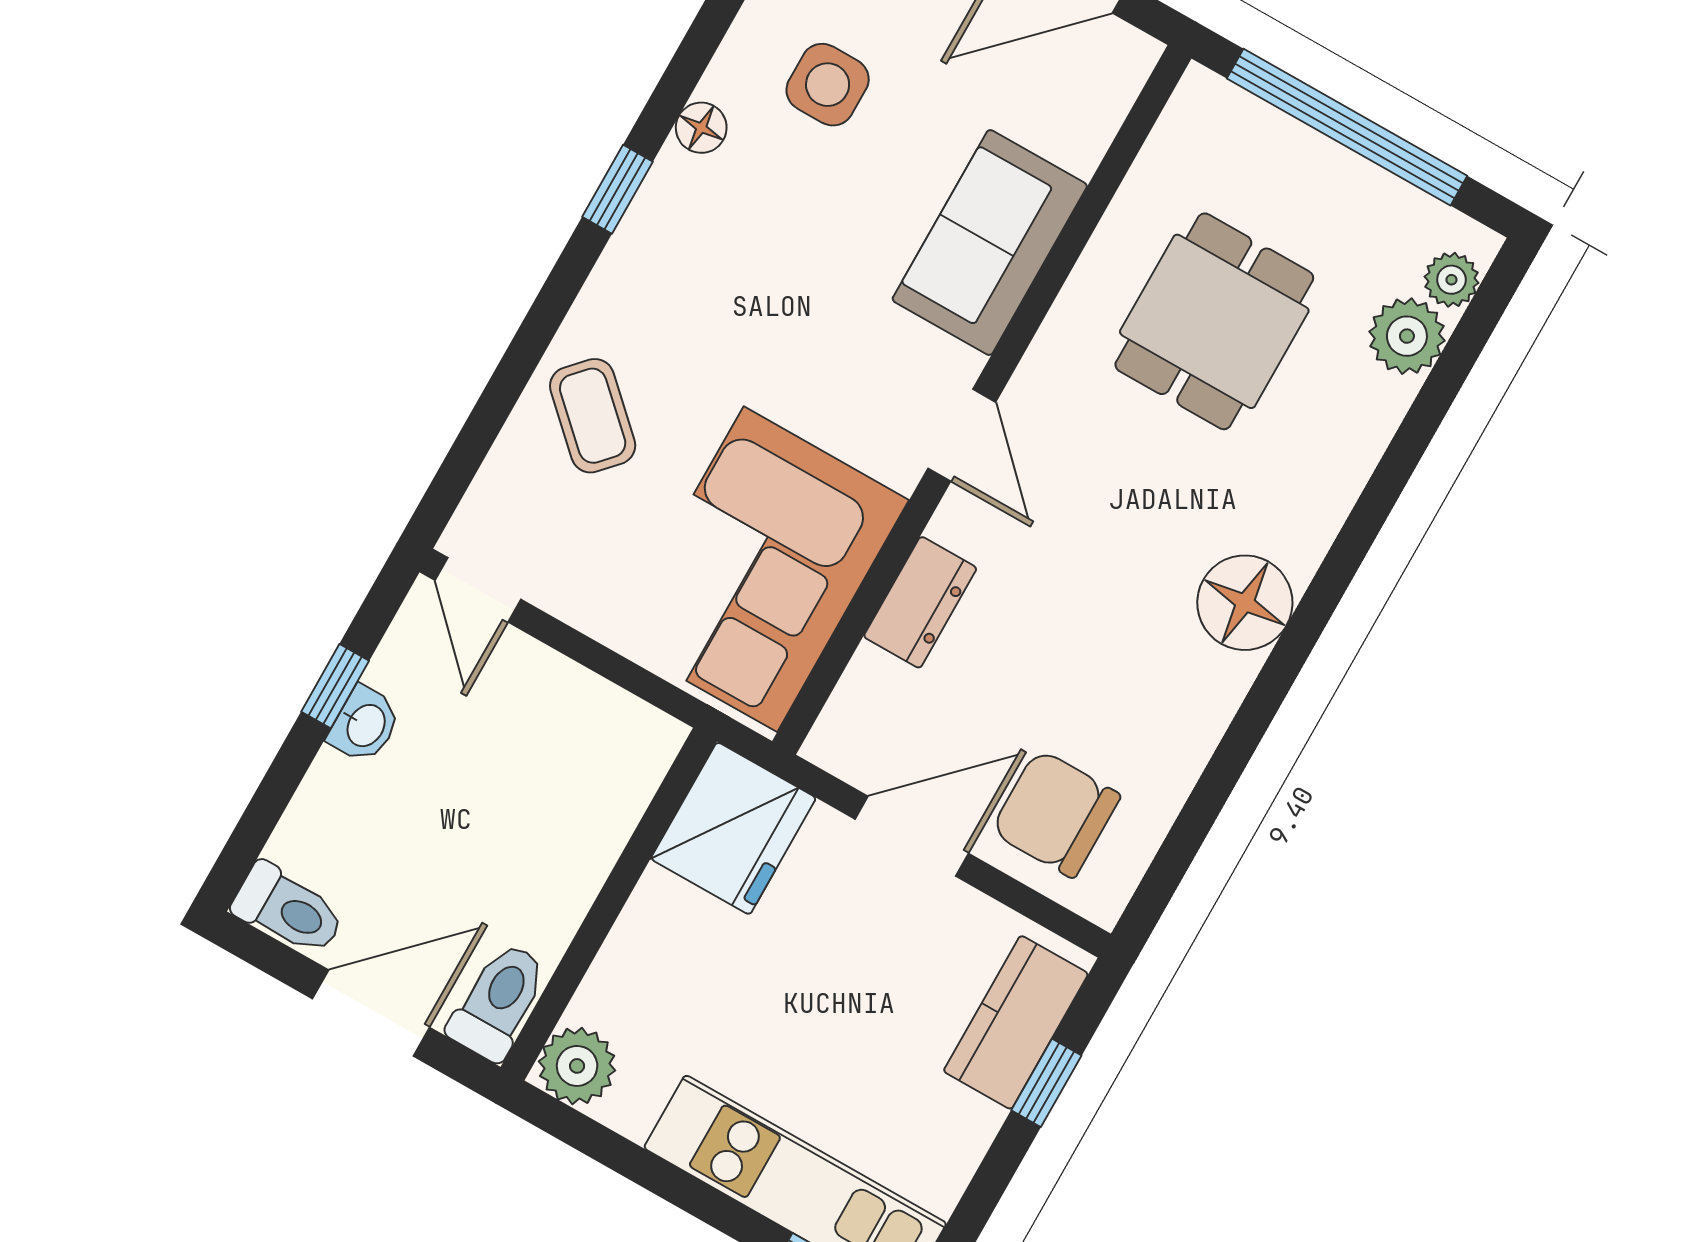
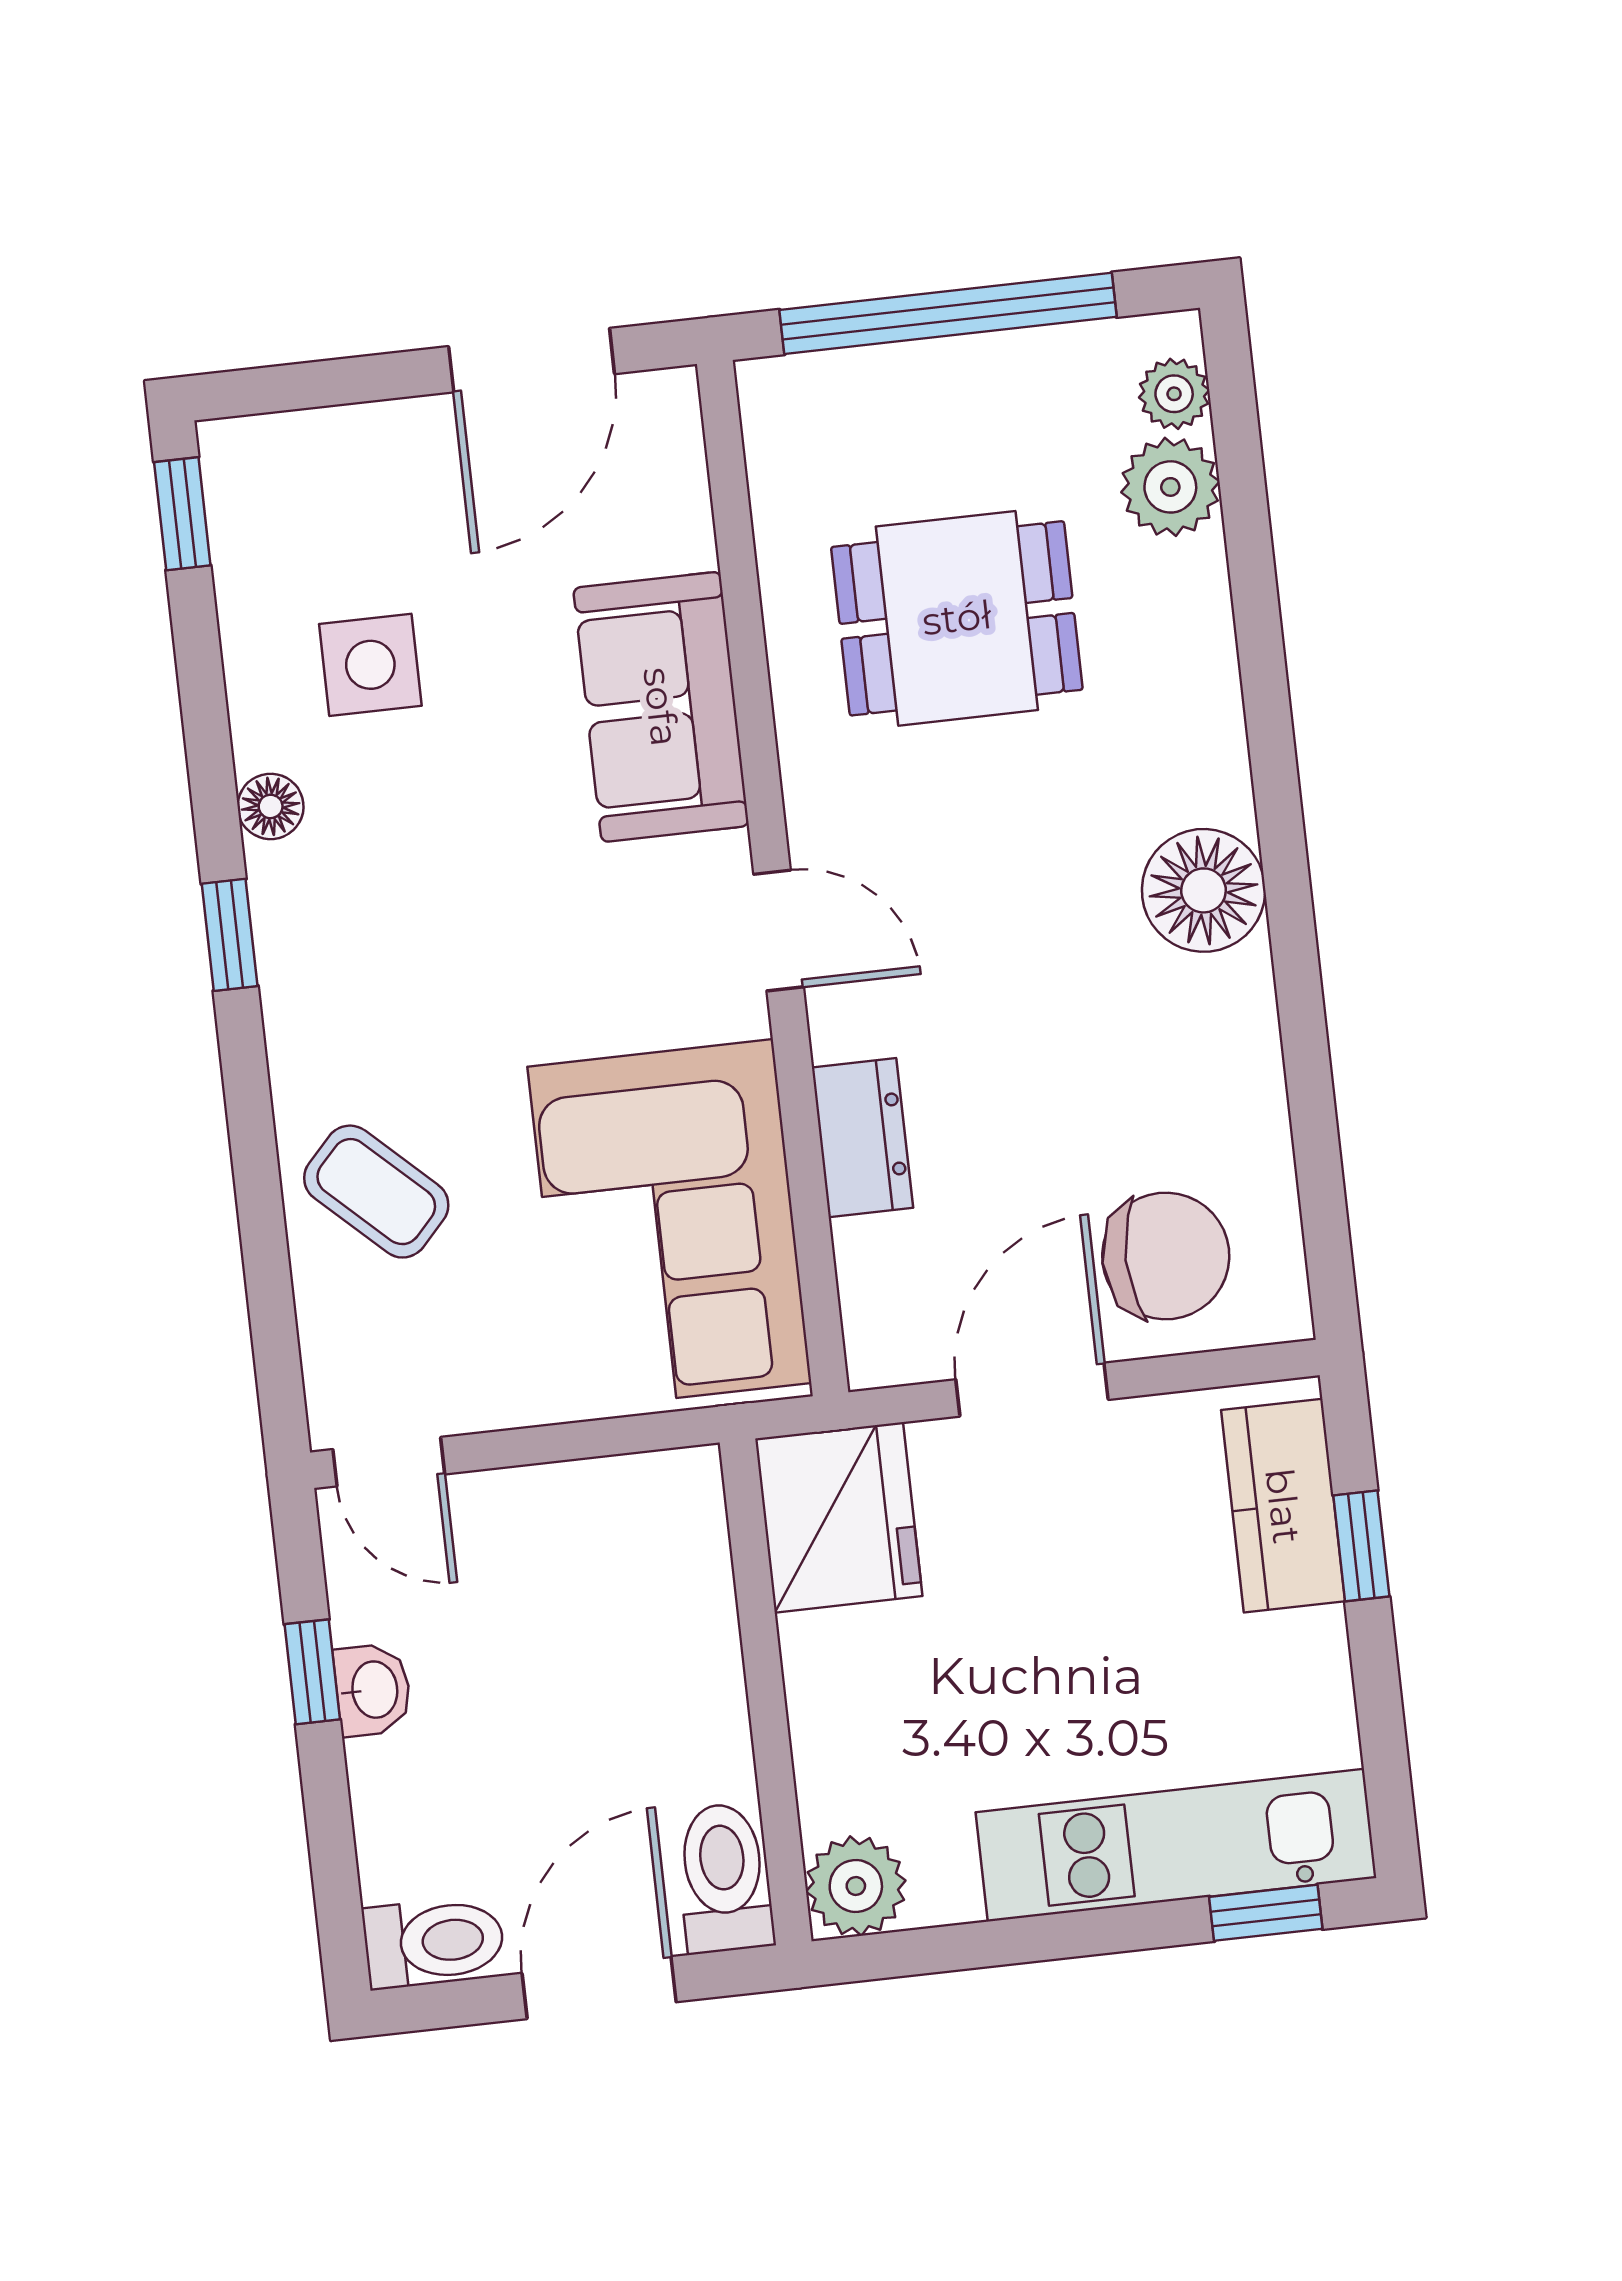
dining table: (1214, 321) -> (957, 618), turned 90
chair: (1056, 813) -> (1166, 1256), turned 180

